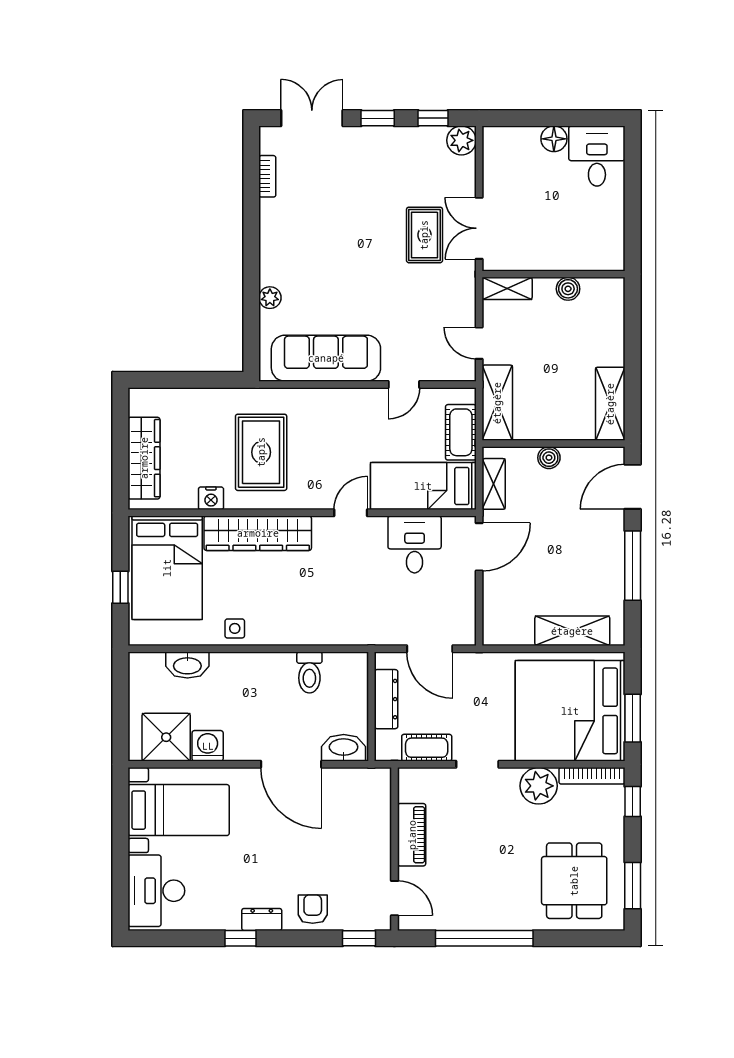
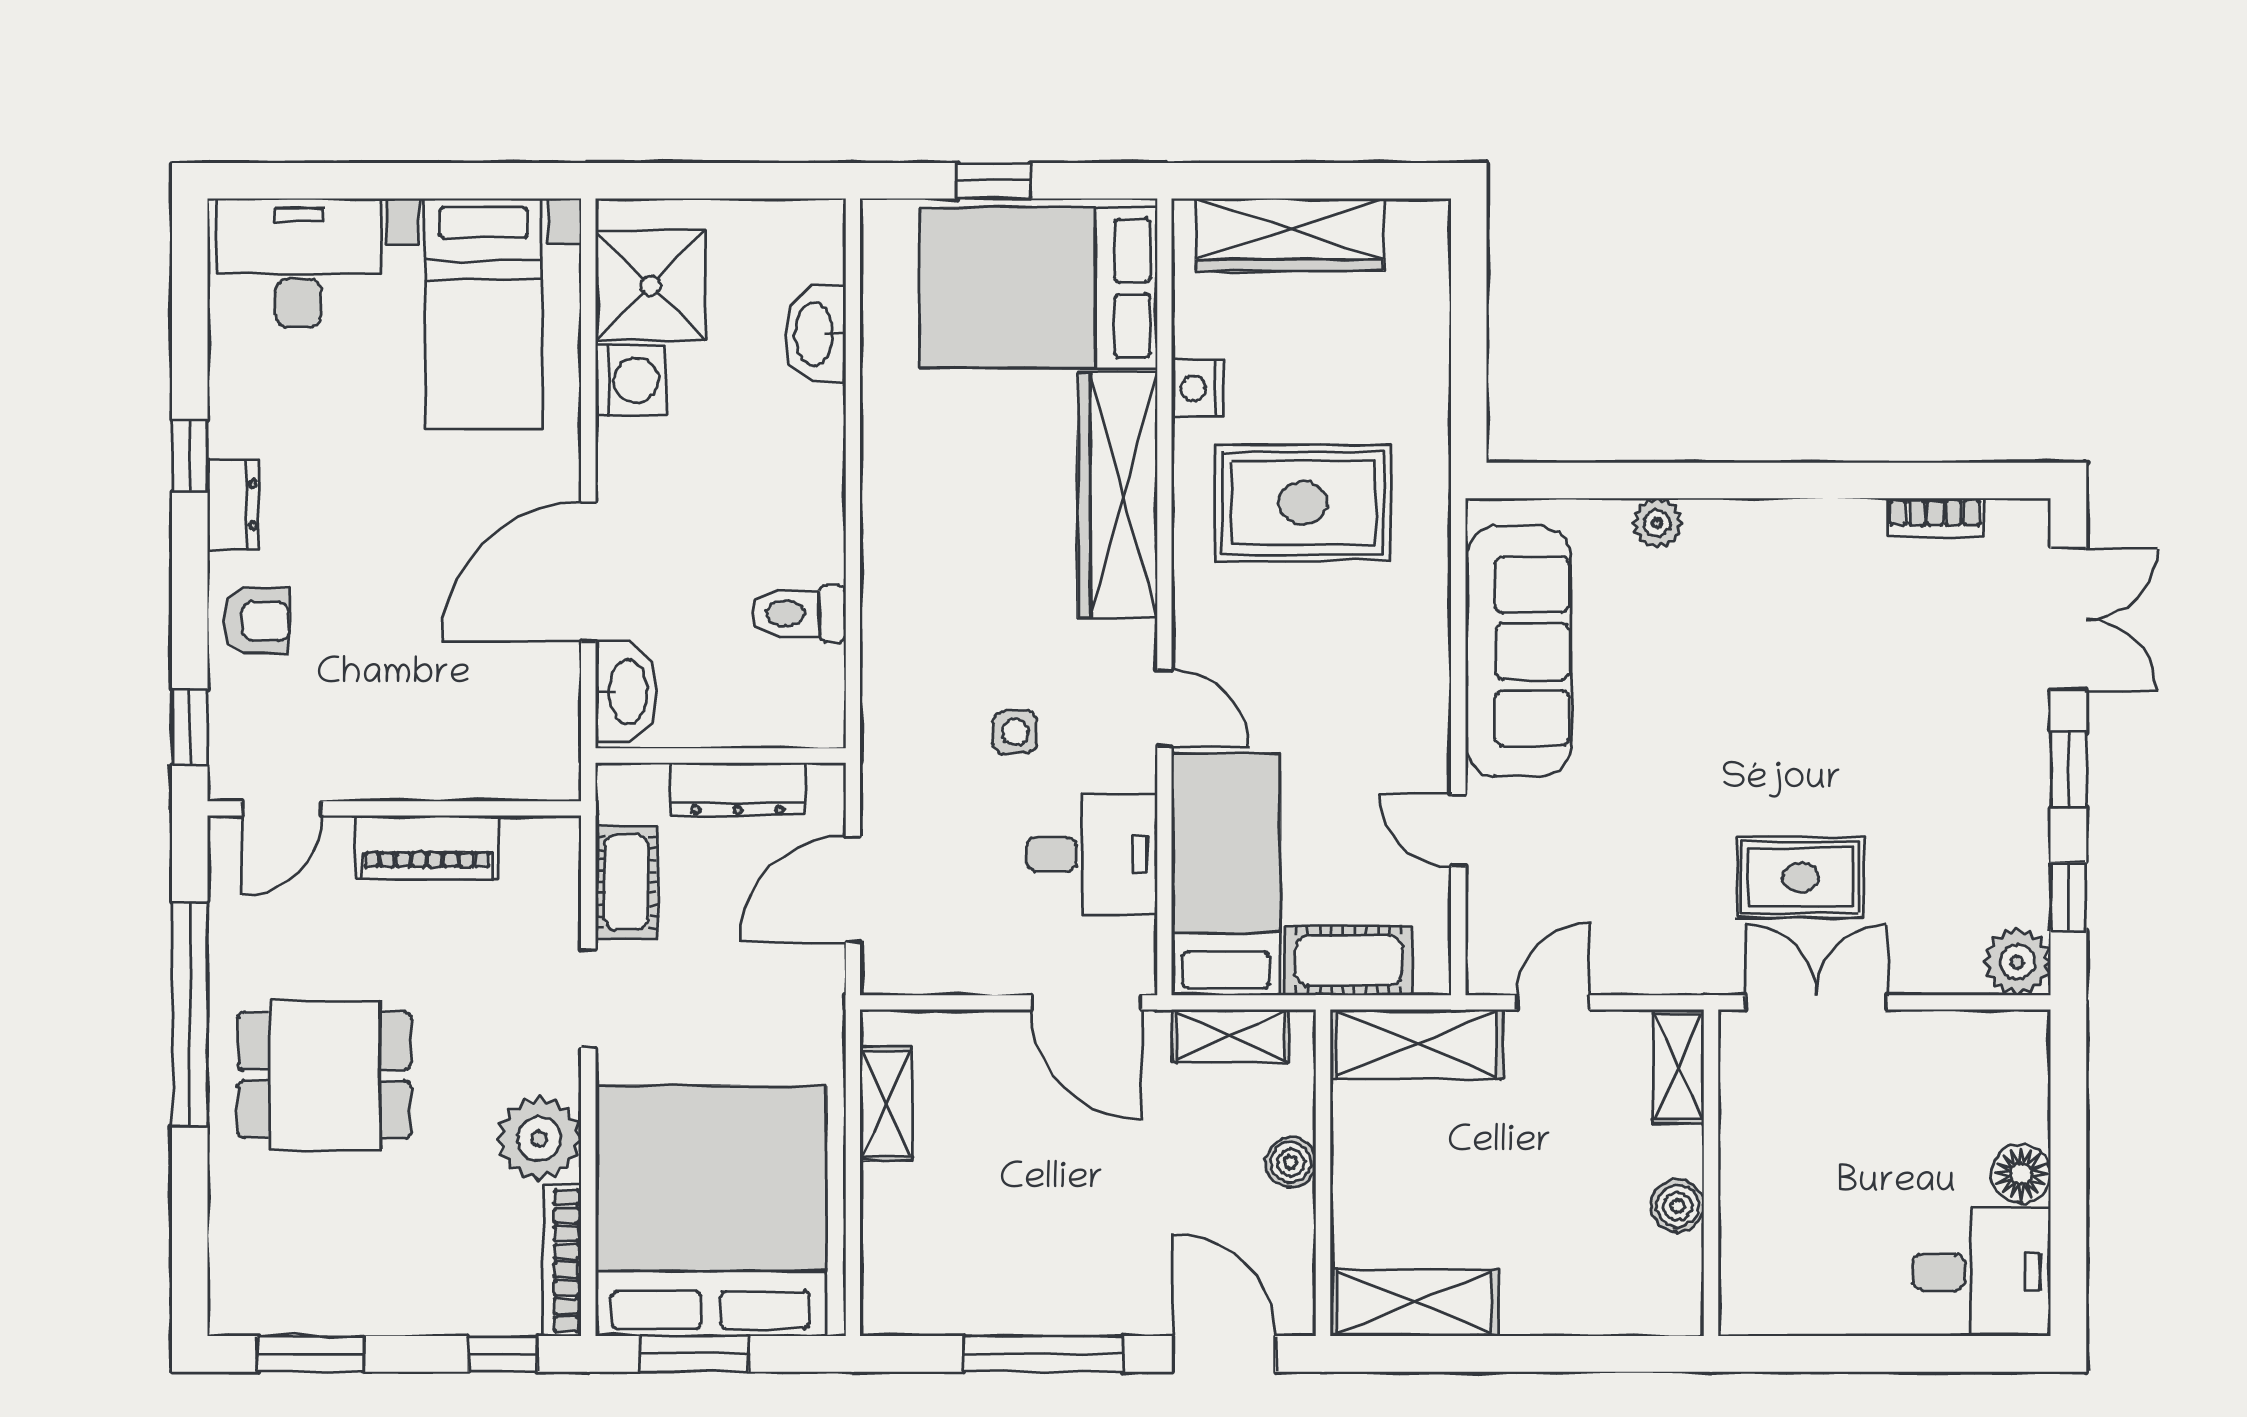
side table: (235, 628) -> (1015, 732), moved
shelving: (572, 631) -> (885, 1104), moved, width x0.67, depth x0.75
dining table: (574, 881) -> (324, 1075), moved

